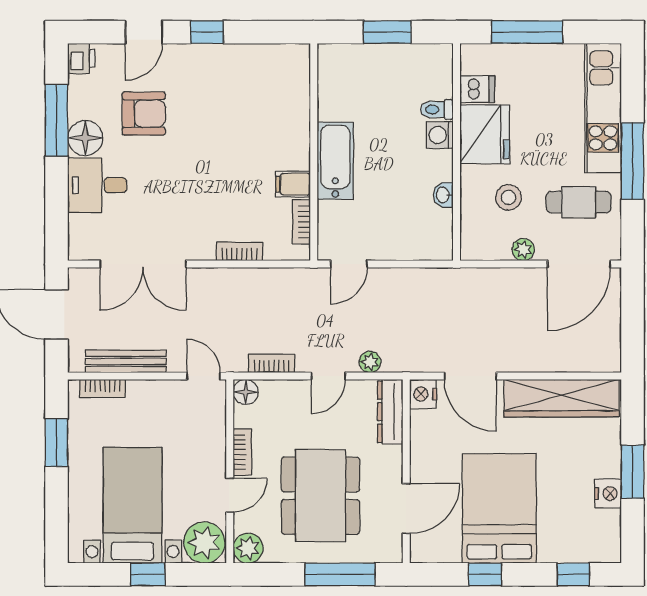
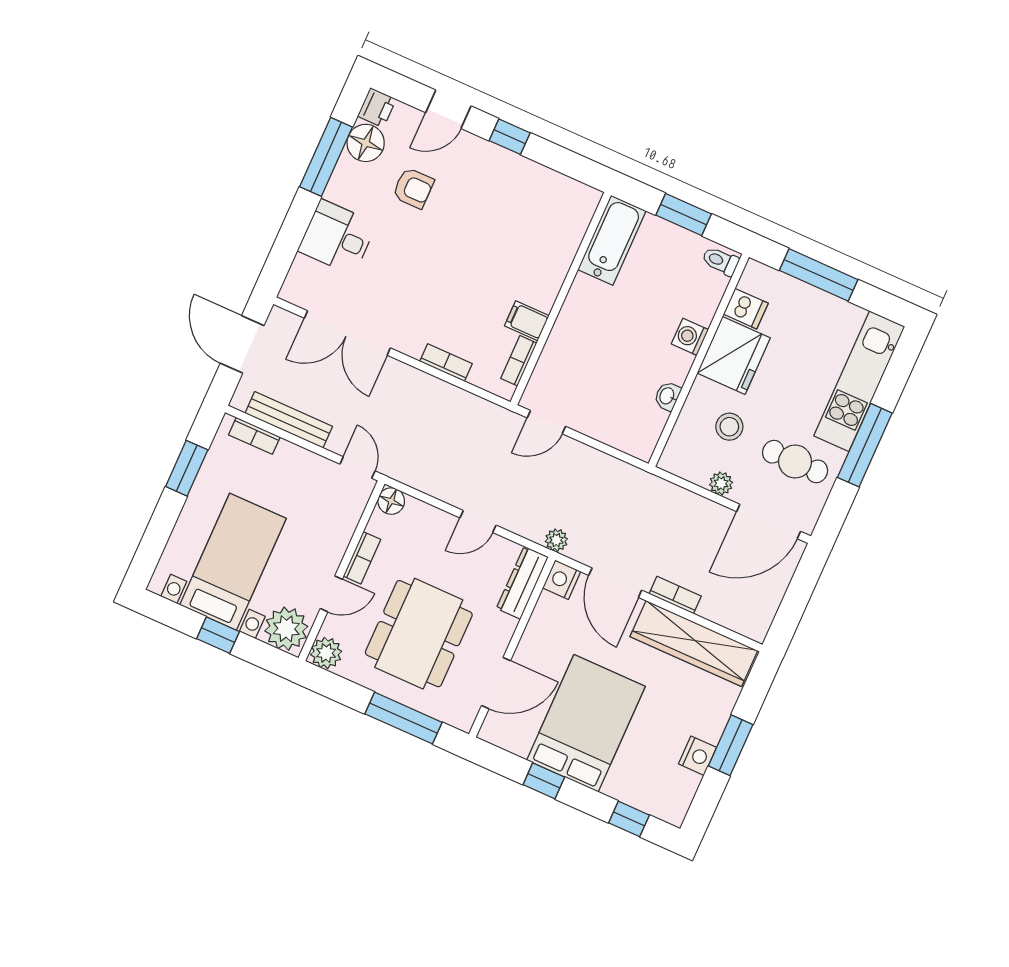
toilet: (437, 109) -> (720, 261), moved
armchair: (144, 114) -> (413, 188), width x0.72, depth x0.72
floor lamp: (85, 138) -> (366, 143), moved
bathtub: (335, 161) -> (612, 240), moved
plant: (370, 362) -> (556, 540), moved
bookcase: (272, 363) -> (675, 595), moved

